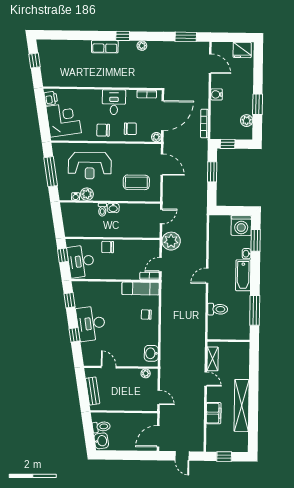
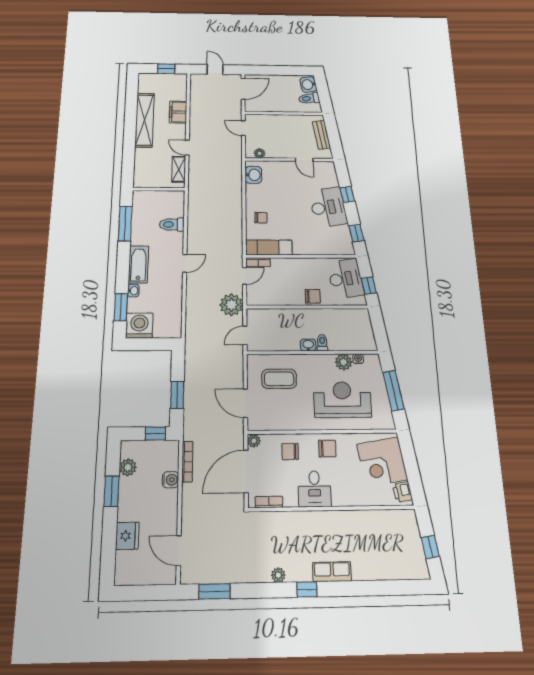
fridge: (242, 50) -> (127, 536), moved, turned 90
water cooler: (217, 94) -> (171, 480), moved

